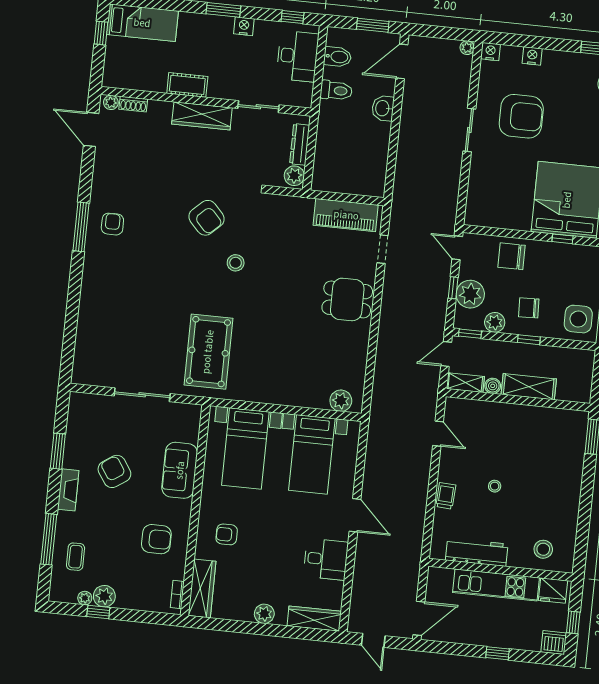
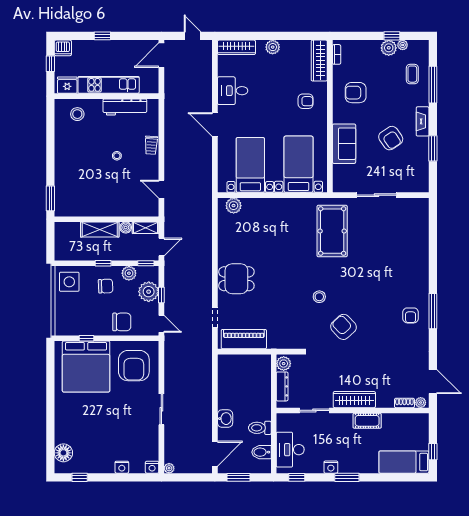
armchair: (521, 116) -> (134, 366), moved, turned -90

